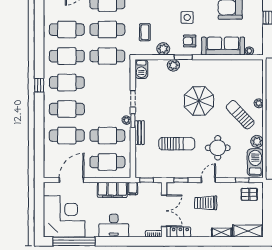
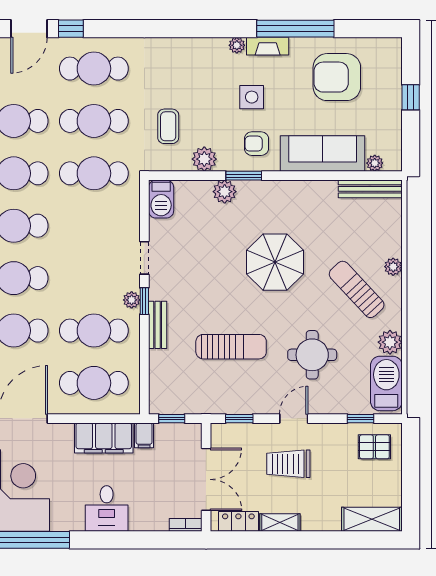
bench: (247, 64) -> (370, 189), added
desk: (114, 226) -> (107, 508), width x0.73
shelving: (222, 233) -> (280, 522), moved

